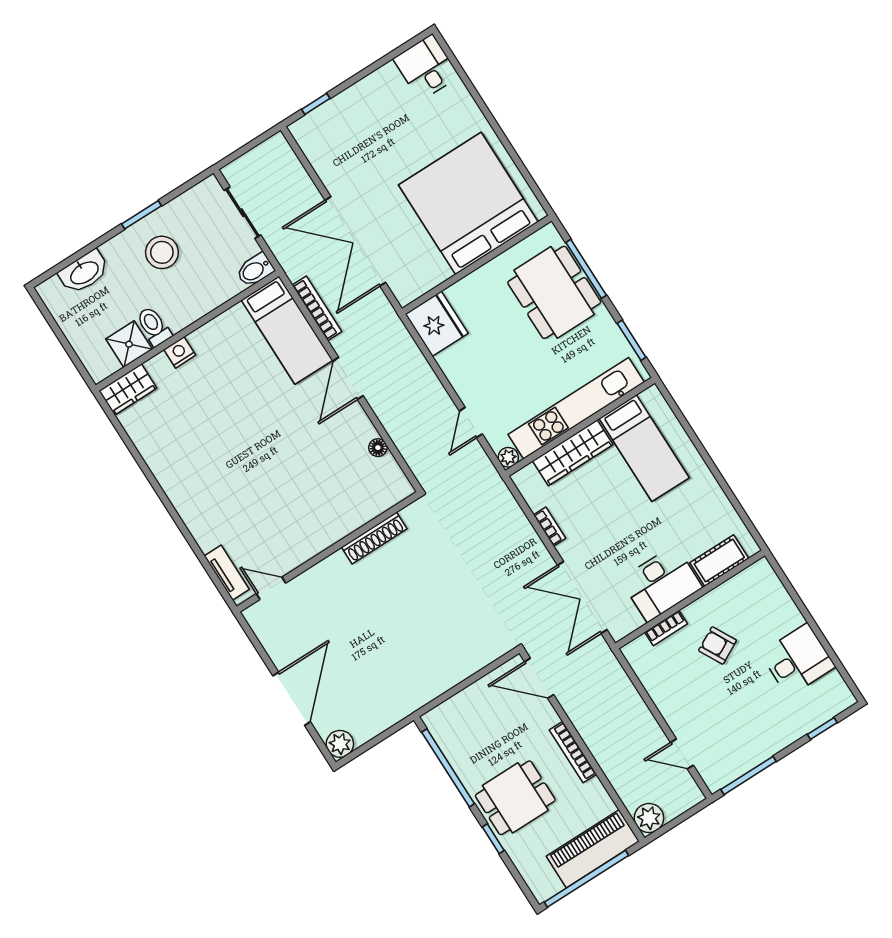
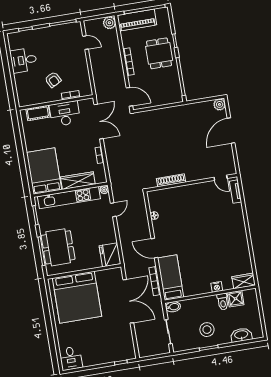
door: (348, 378) -> (154, 248), swing flipped
bed: (644, 448) -> (44, 171), width x1.50
dining table: (515, 798) -> (159, 53), turned 90

